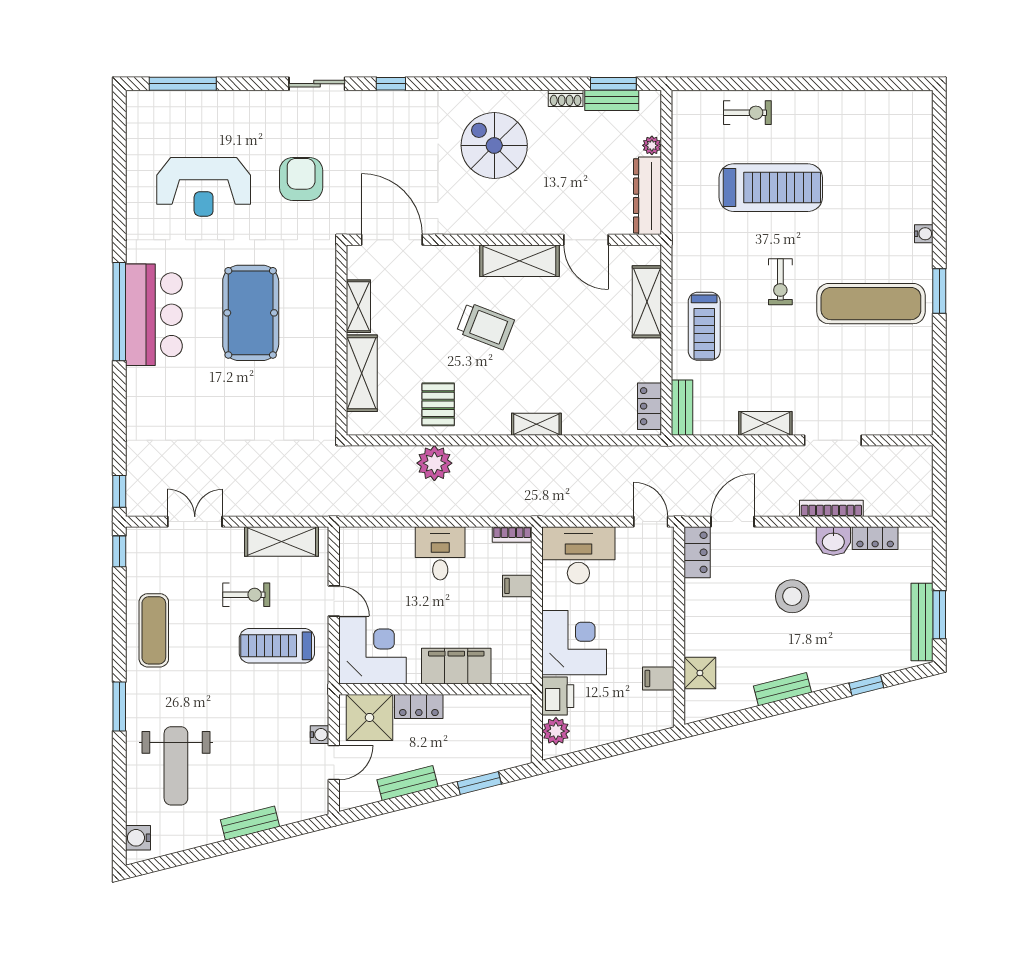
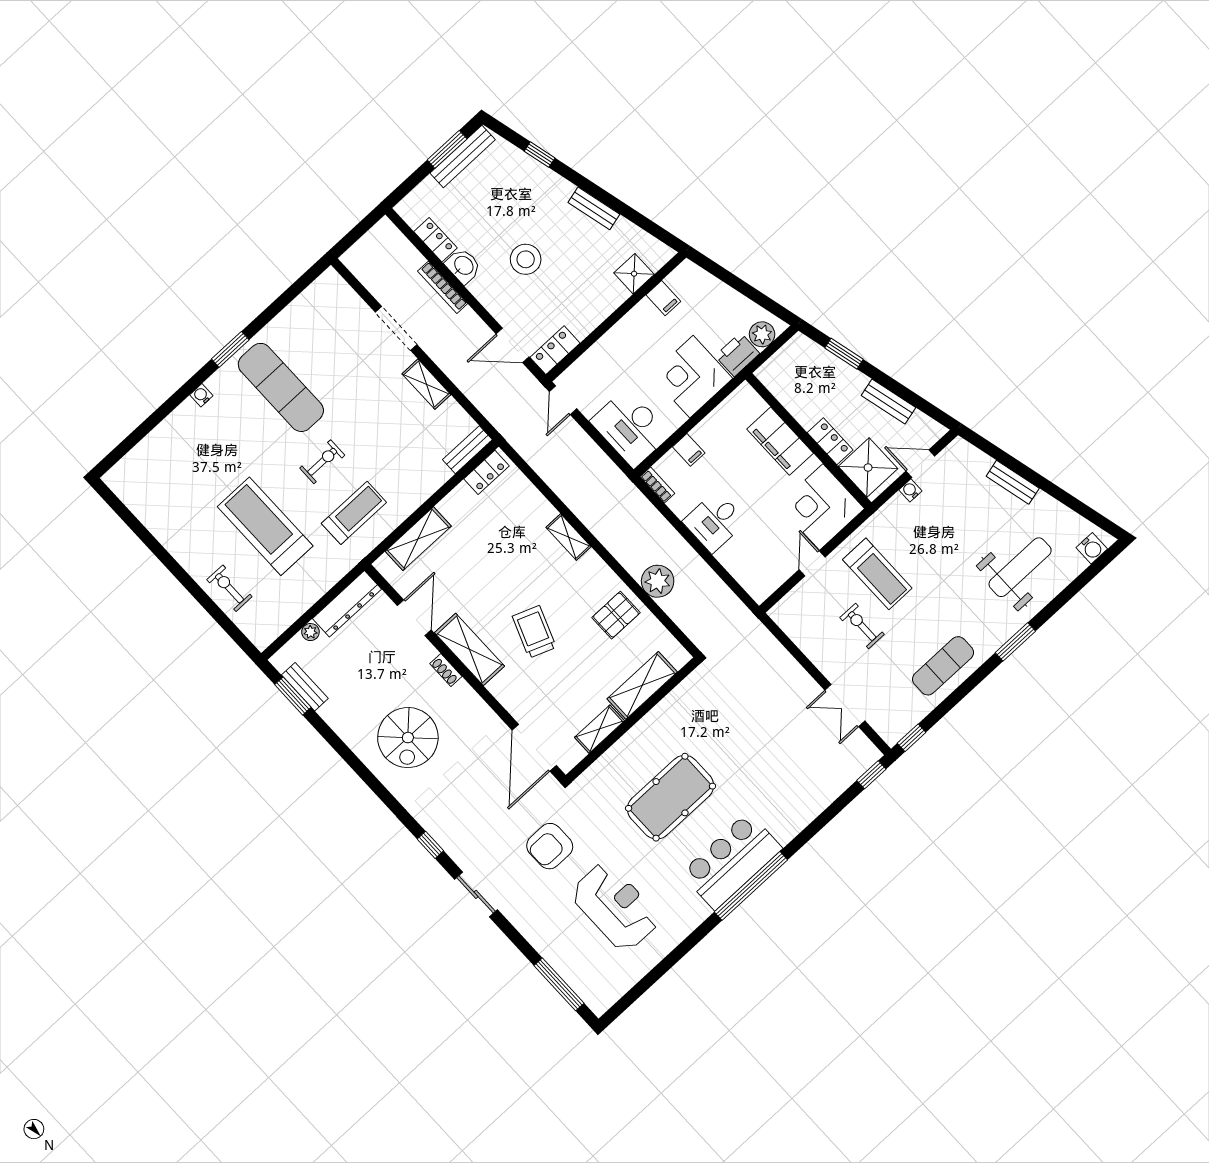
shoe rack: (566, 98) -> (446, 670), moved, turned 180
treadmill: (704, 326) -> (354, 513), moved
shelving: (282, 541) -> (805, 635), removed

